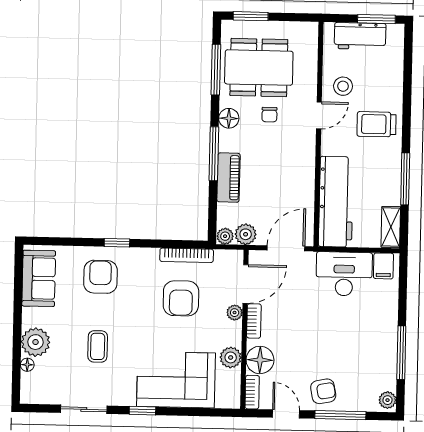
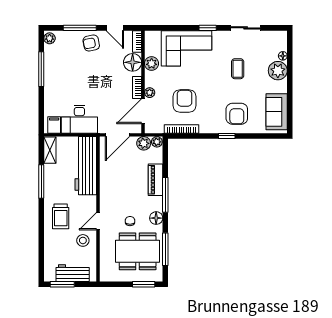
trolley: (377, 124) -> (61, 216), turned 90

